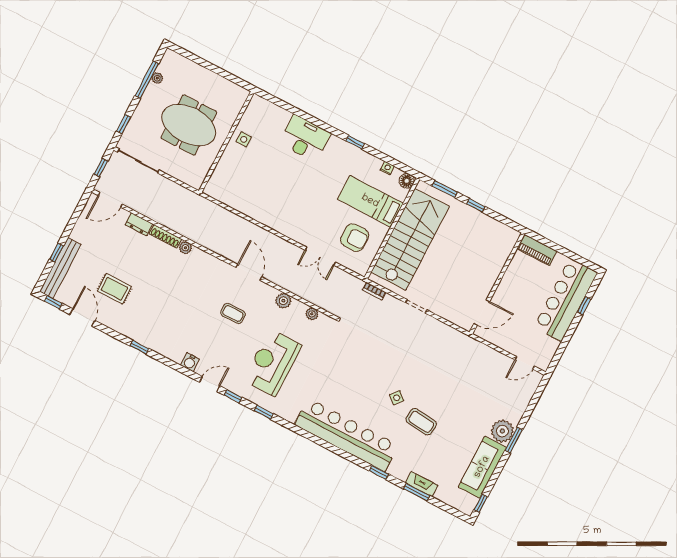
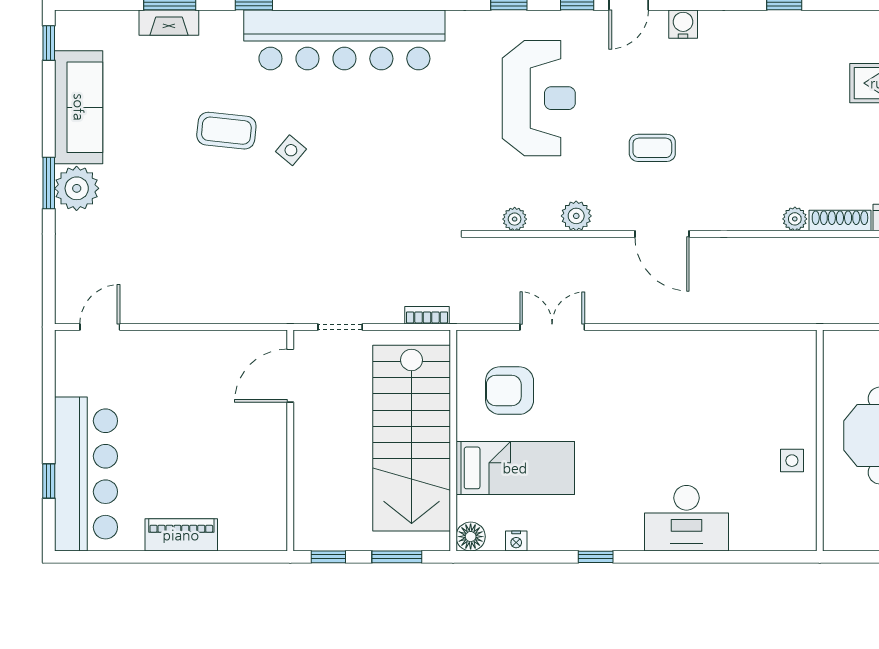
wall: (497, 283) -> (290, 440), moved
door: (482, 313) -> (290, 376), moved

